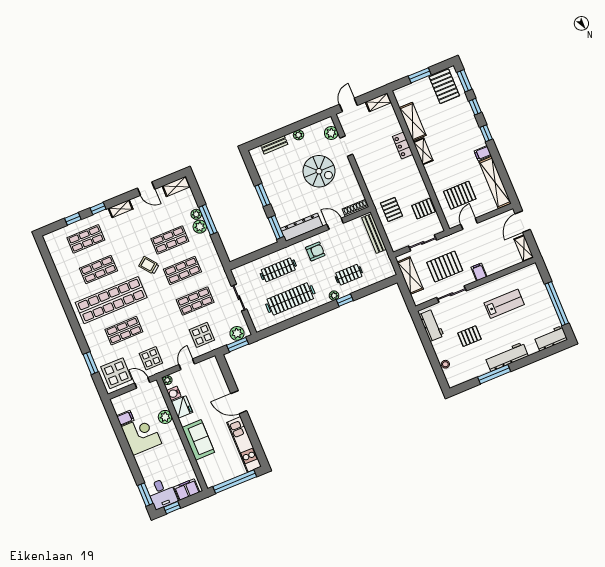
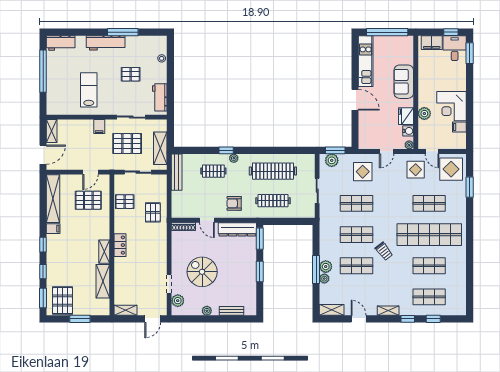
locker: (403, 145) -> (120, 245), moved
bench: (374, 233) -> (177, 172), moved
lab bench: (504, 304) -> (89, 90), turned 90

